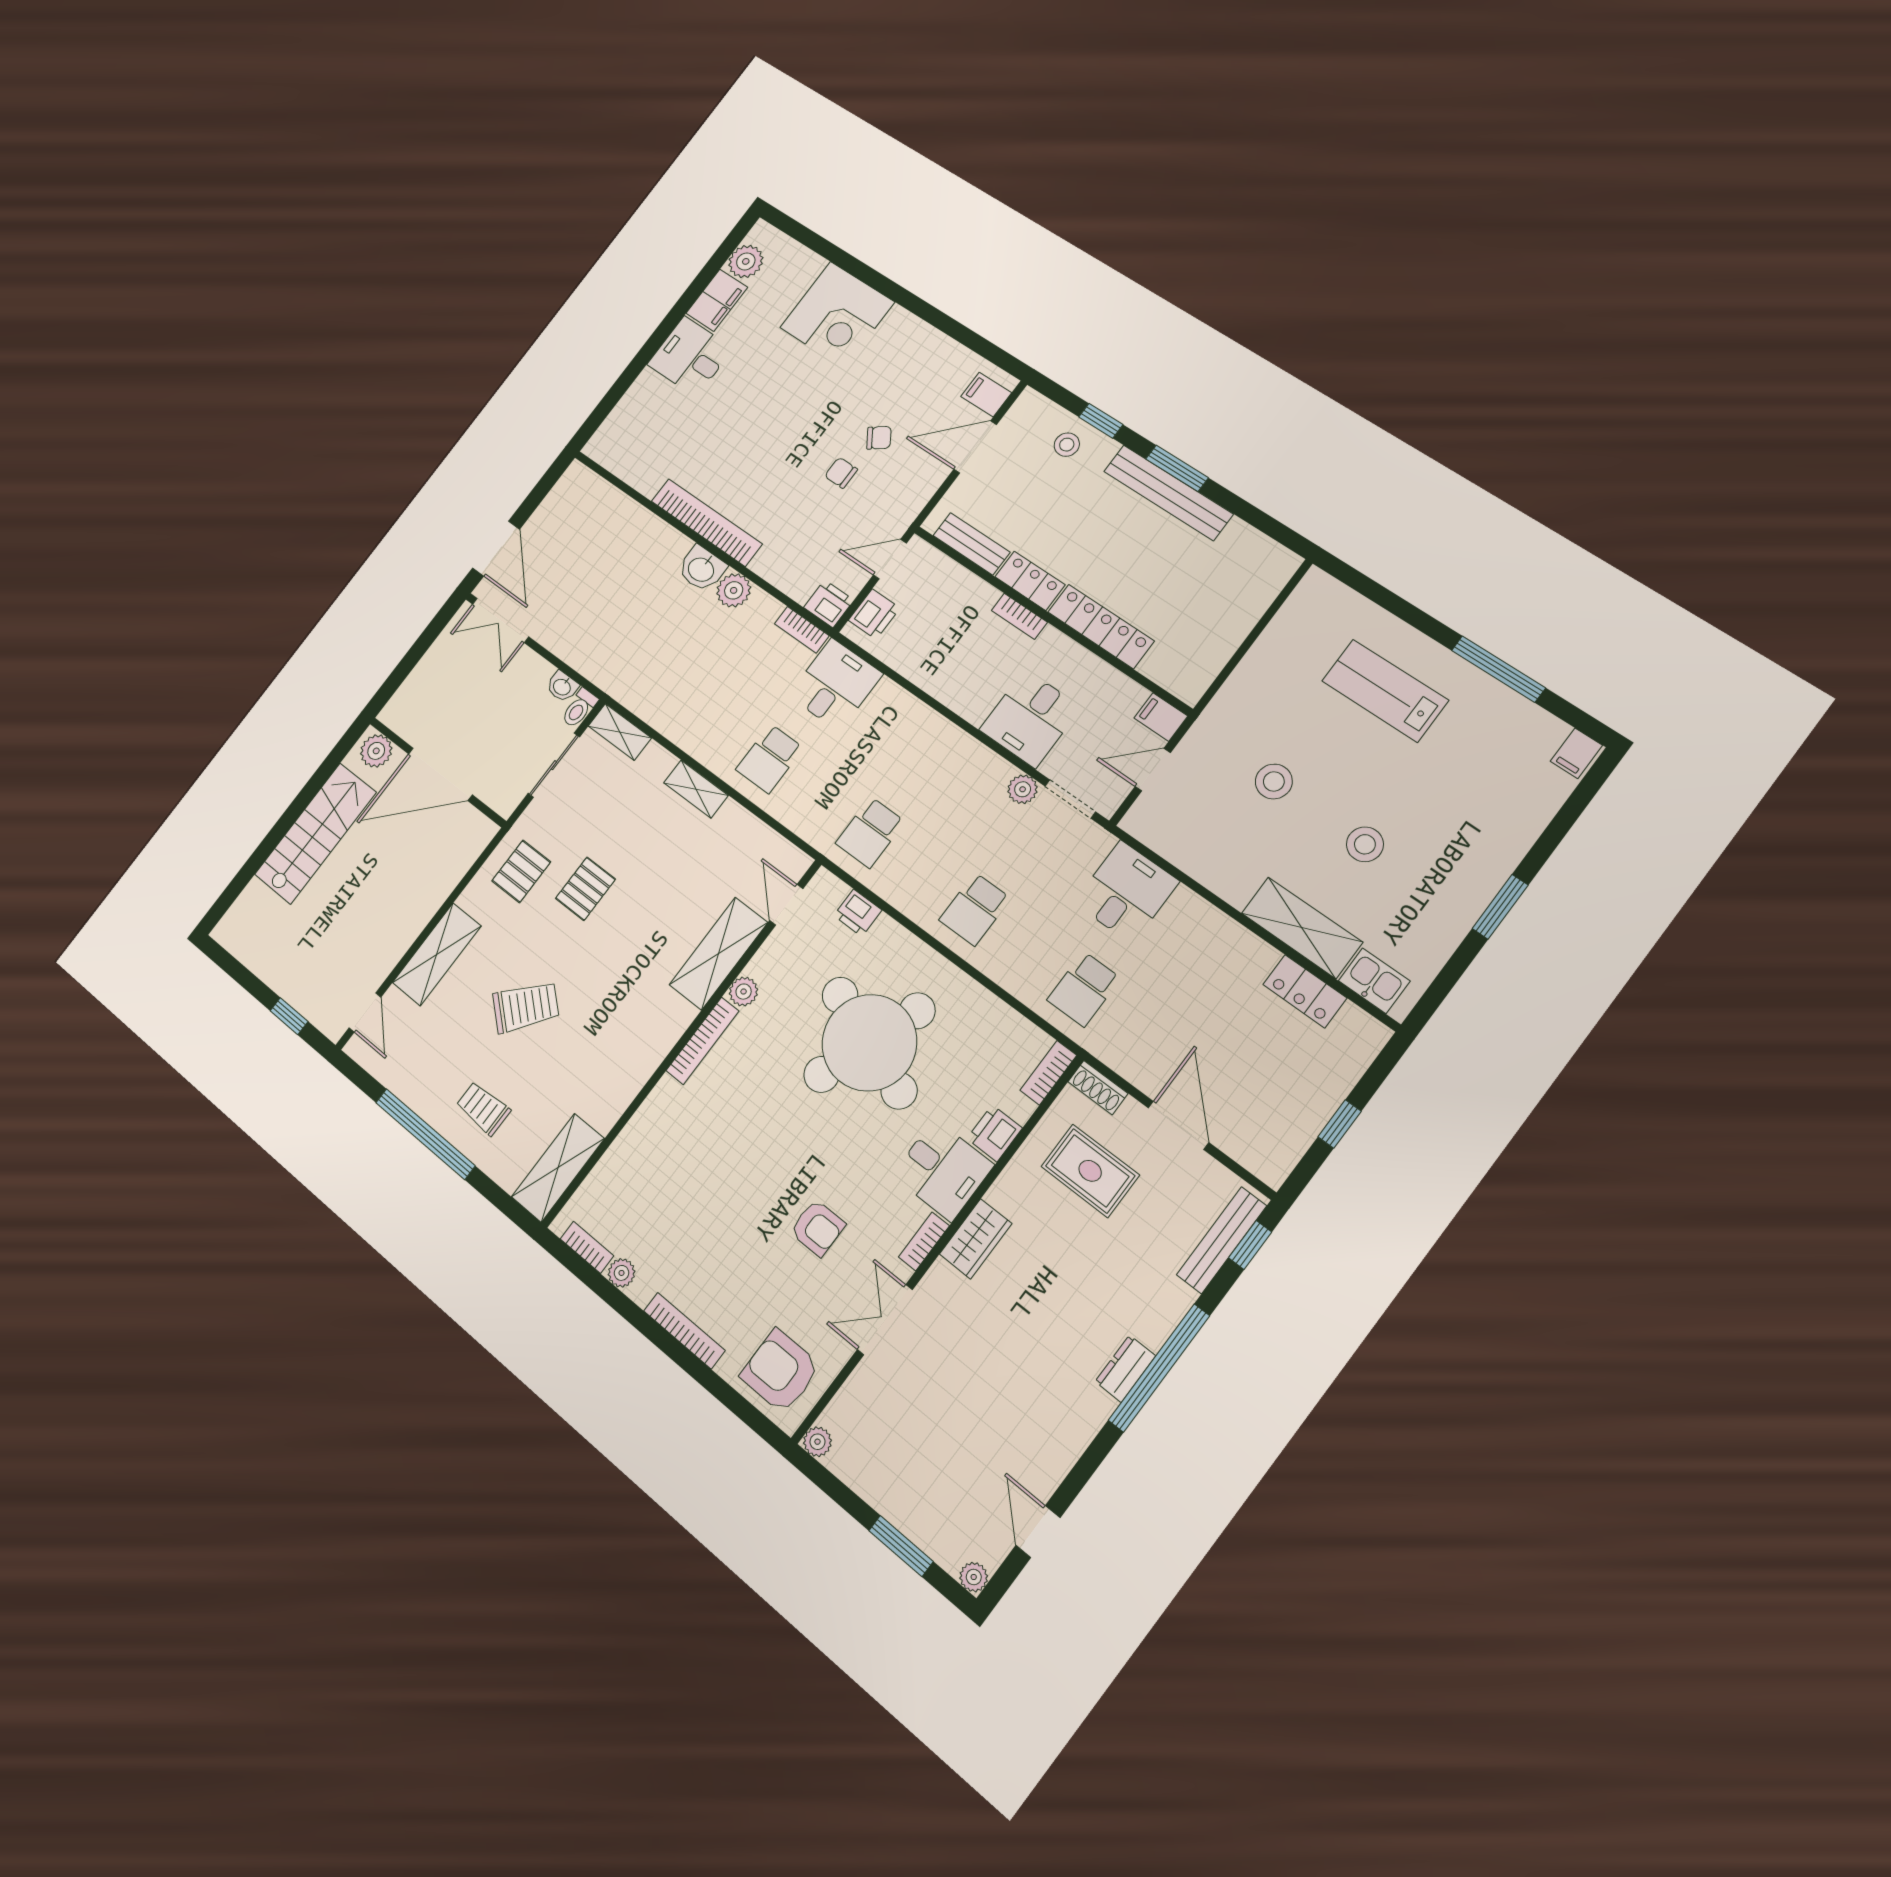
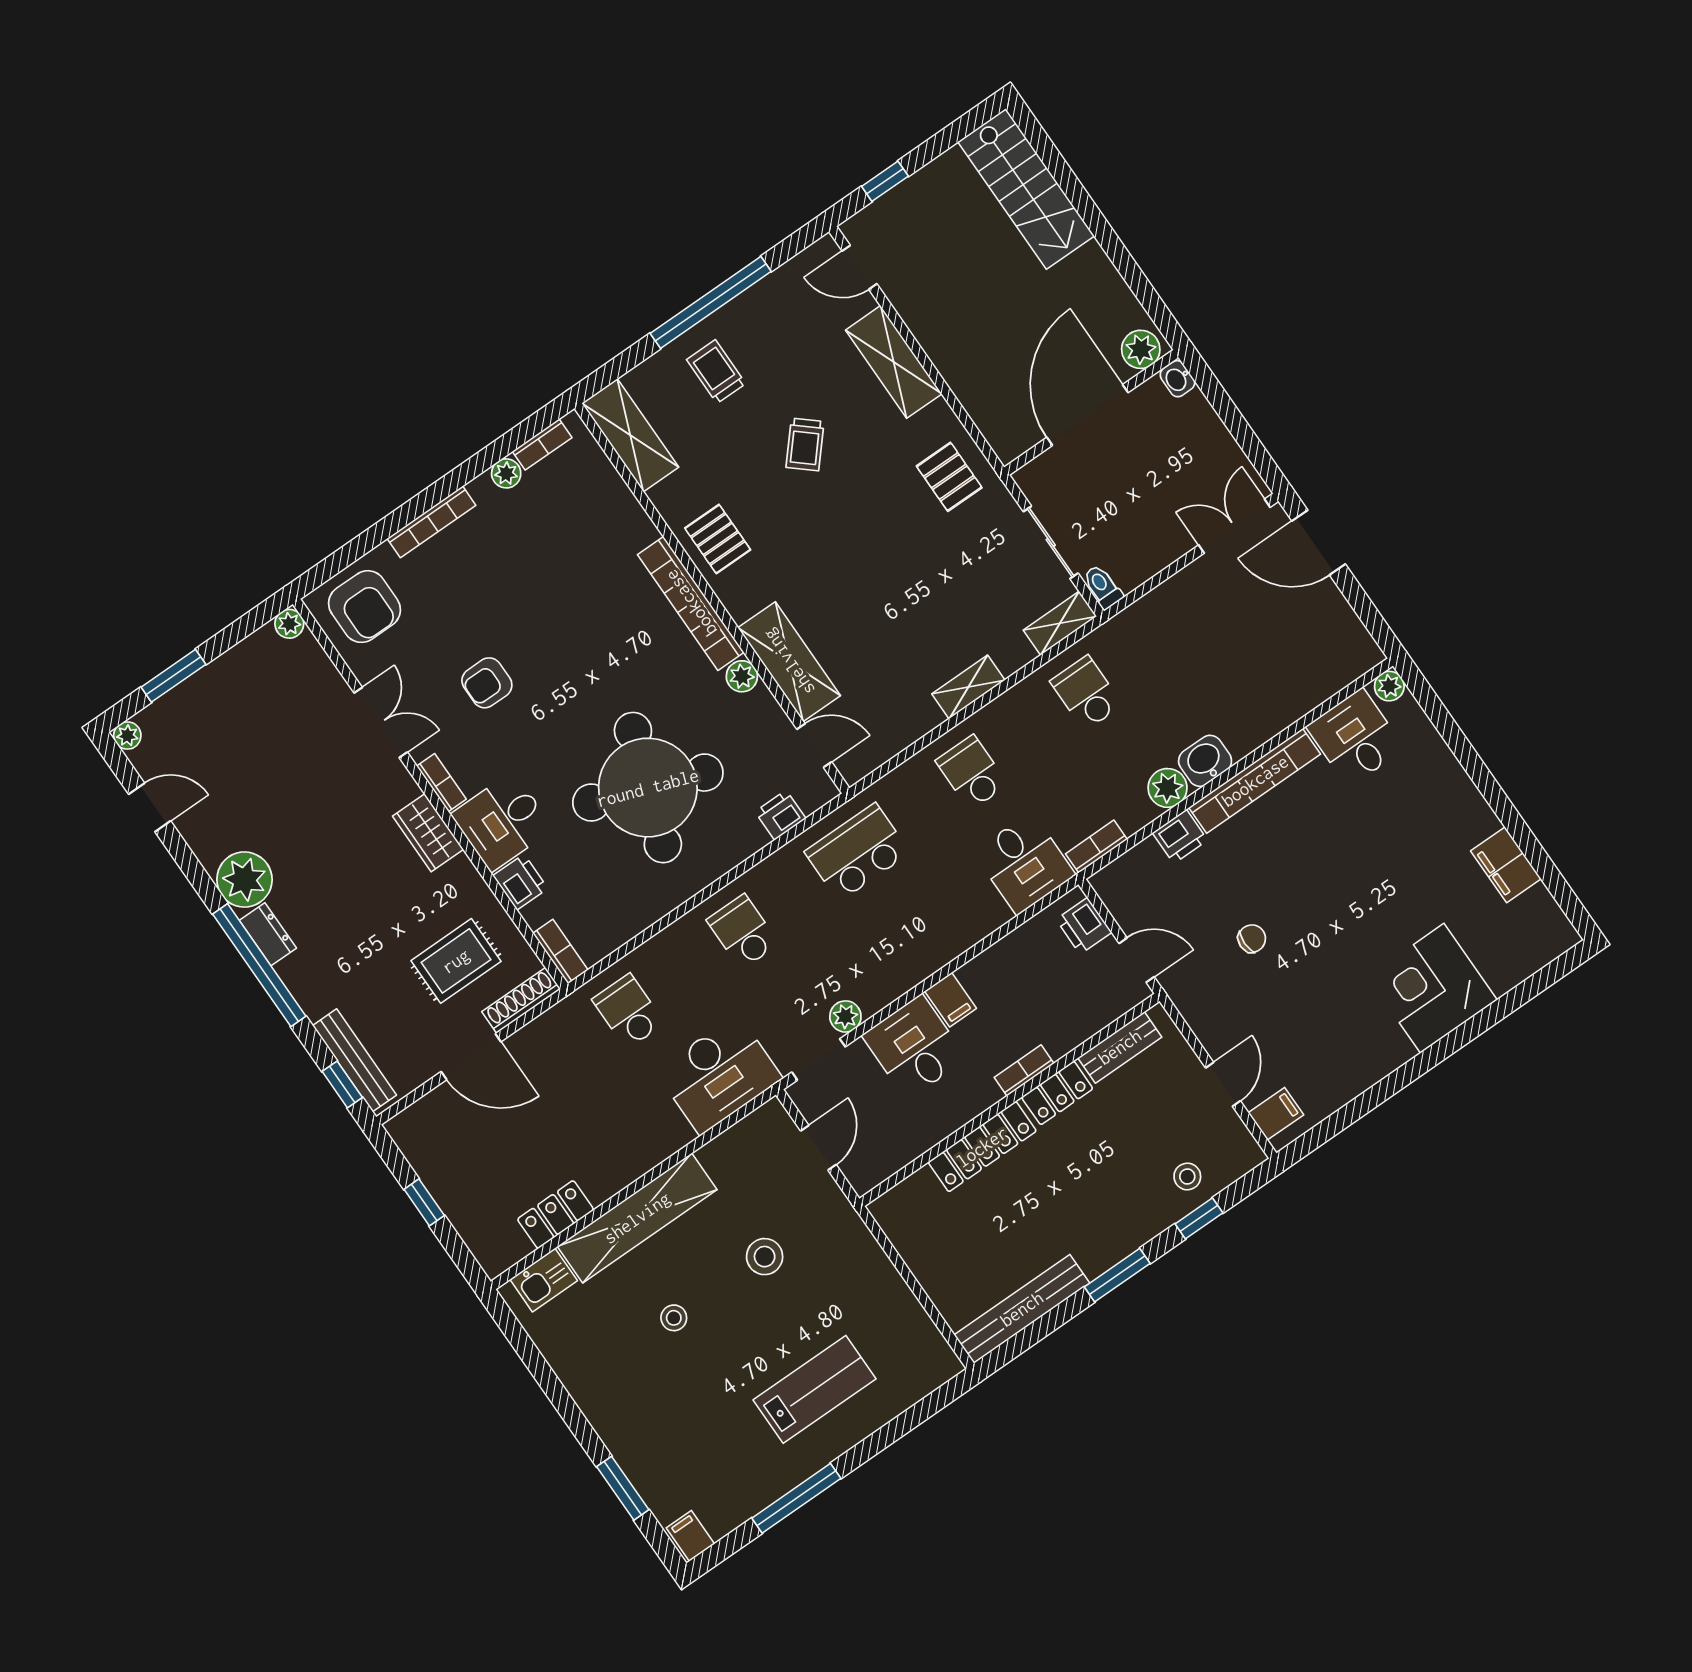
plant: (746, 261) -> (1389, 686), moved, width x0.73, depth x0.73
desk: (690, 356) -> (1355, 738), moved, turned -90
chair: (879, 438) -> (1274, 990), removed
door: (975, 447) -> (1223, 1084), width x0.73
bench: (1168, 493) -> (1022, 1309), moved
door: (890, 559) -> (1137, 960), hinge flipped
printer: (829, 604) -> (1180, 837), moved
washbasin: (562, 687) -> (1177, 379), moved, turned -90
school desk: (673, 688) -> (1086, 693), added
filing cabinet: (1161, 717) -> (951, 1000), moved, turned 90
school desk: (870, 832) -> (857, 852), width x1.85
stairs: (315, 833) -> (1026, 189), moved
stool: (1365, 844) -> (674, 1318), width x0.73, depth x0.73
pallet: (585, 889) -> (718, 539), moved
desk: (1126, 892) -> (719, 1075), width x1.37
window: (1500, 907) -> (623, 1488), moved
shelving: (1302, 928) -> (637, 1218), width x1.47
trolley: (526, 1007) -> (805, 444), width x0.73, depth x0.72
bookcase: (702, 1041) -> (691, 603), width x1.48, depth x1.31
shoe rack: (1098, 1088) -> (521, 1000), width x1.43
trolley: (483, 1108) -> (716, 372), turned -90
armchair: (780, 1371) -> (365, 607), turned 90
plant: (1079, 1410) -> (244, 880), added

